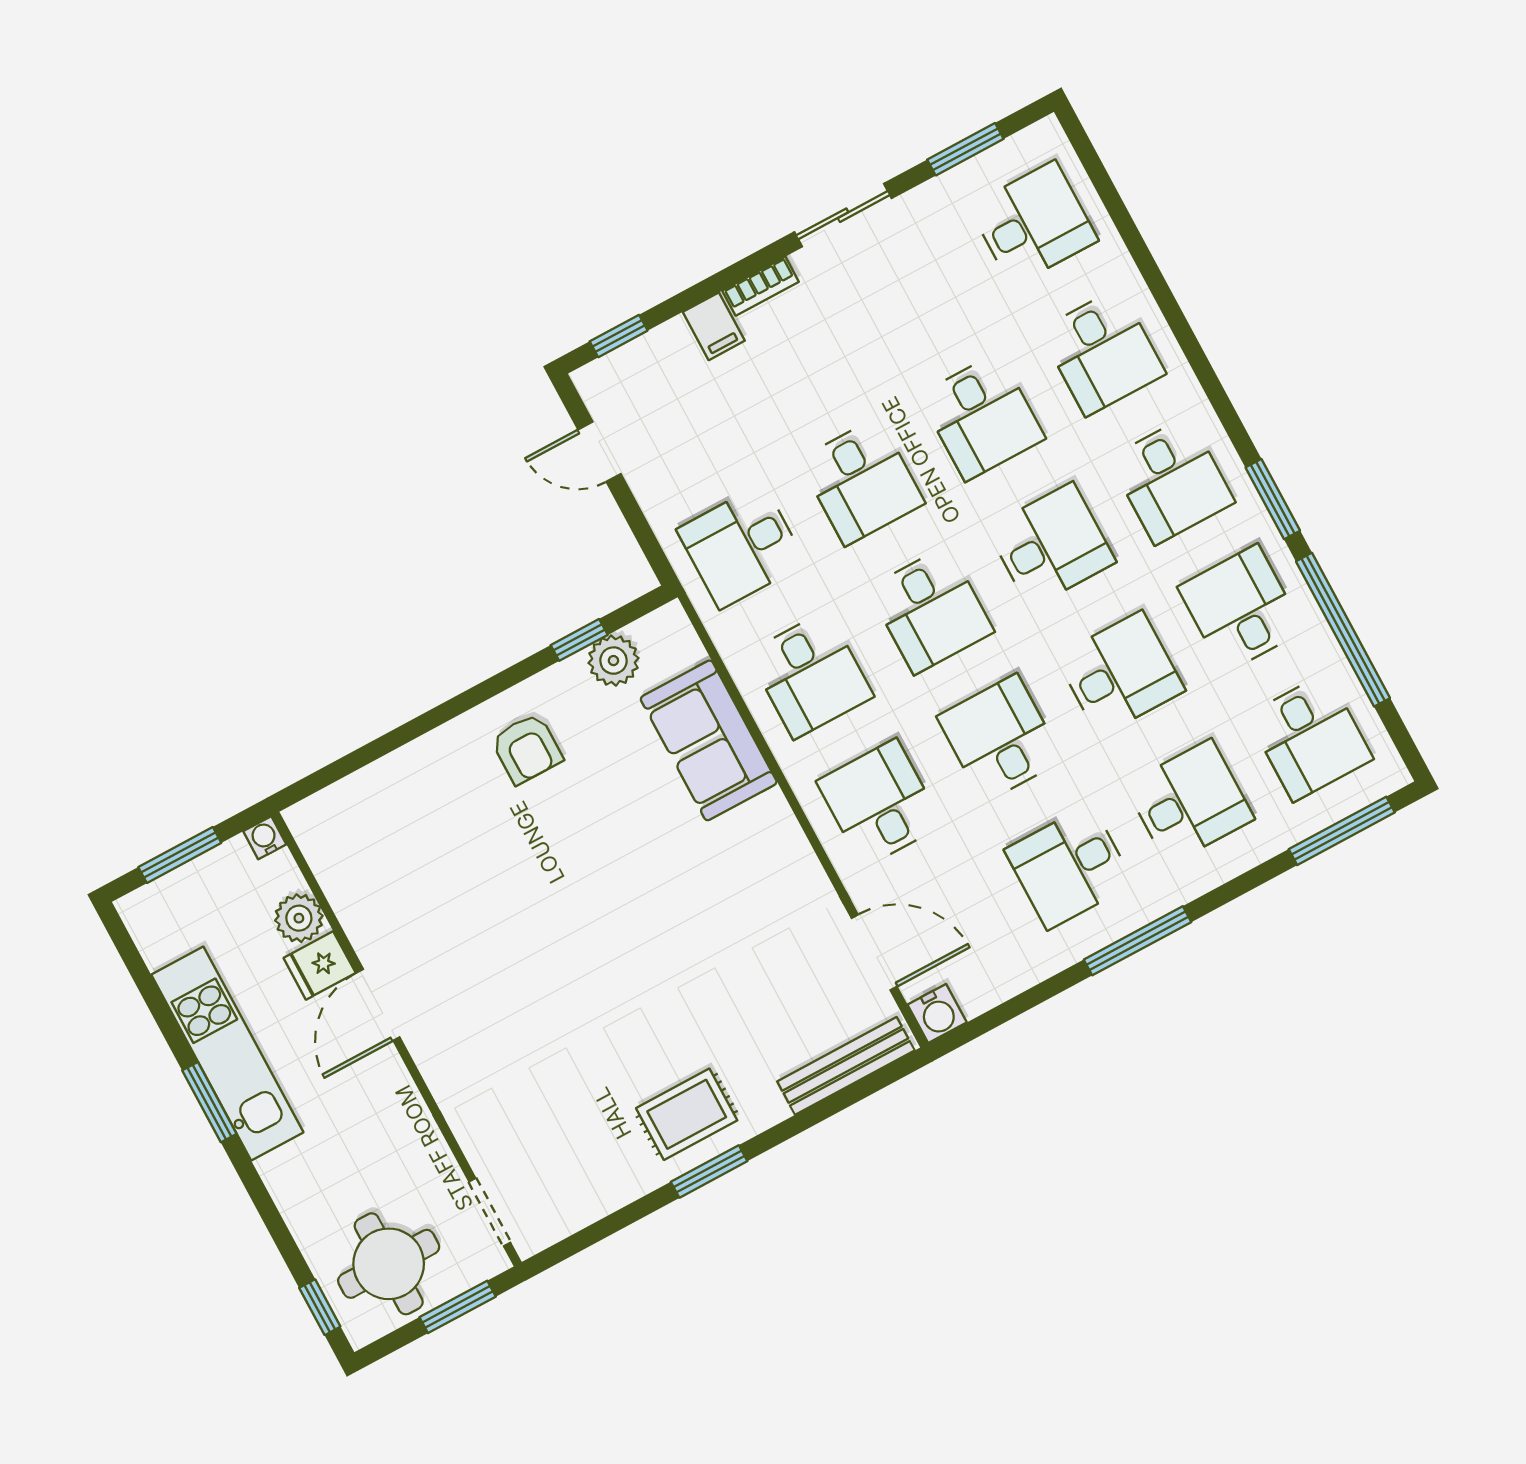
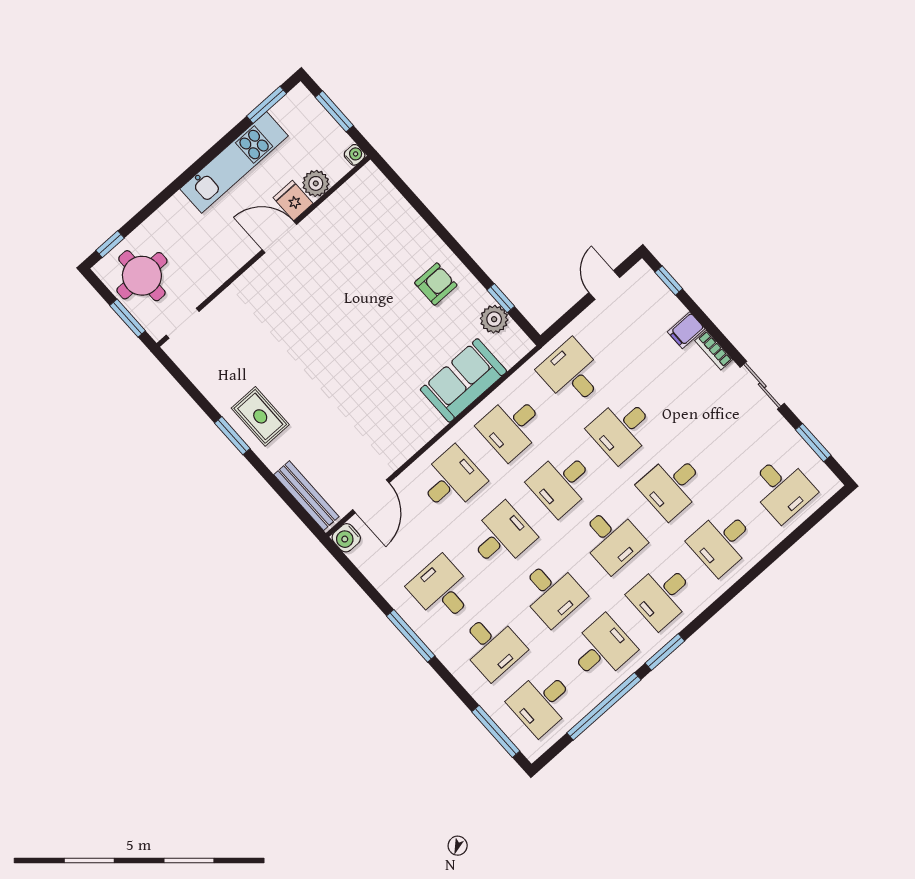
armchair: (527, 749) -> (436, 284), turned 180
window: (209, 1102) -> (266, 105), moved

